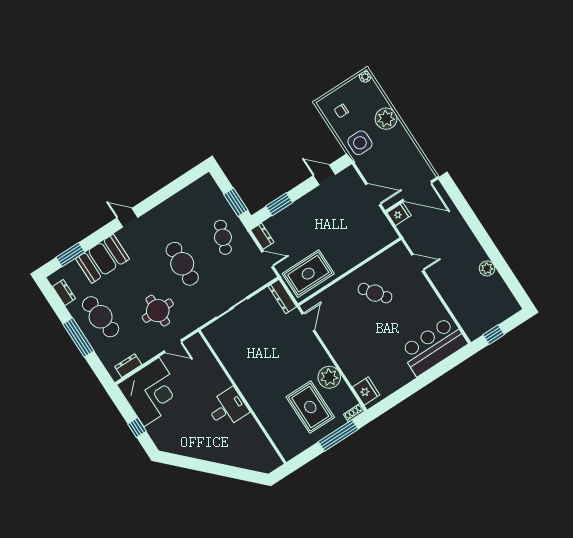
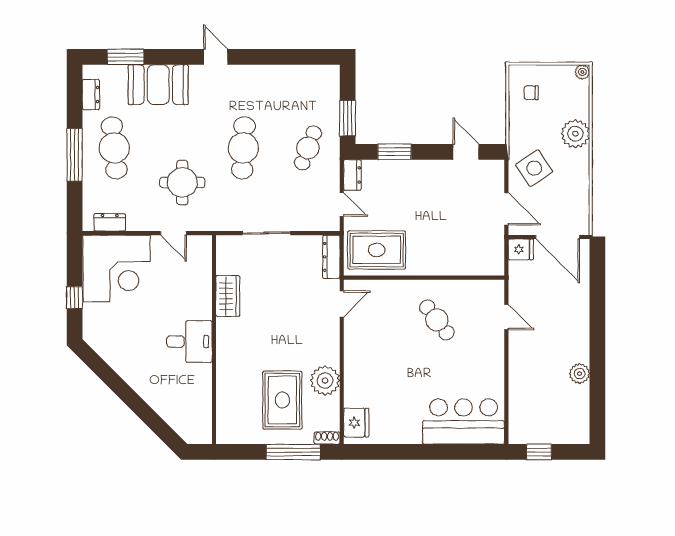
side table: (360, 143) -> (534, 168), moved, turned -34
wardrobe: (233, 364) -> (228, 296), added

